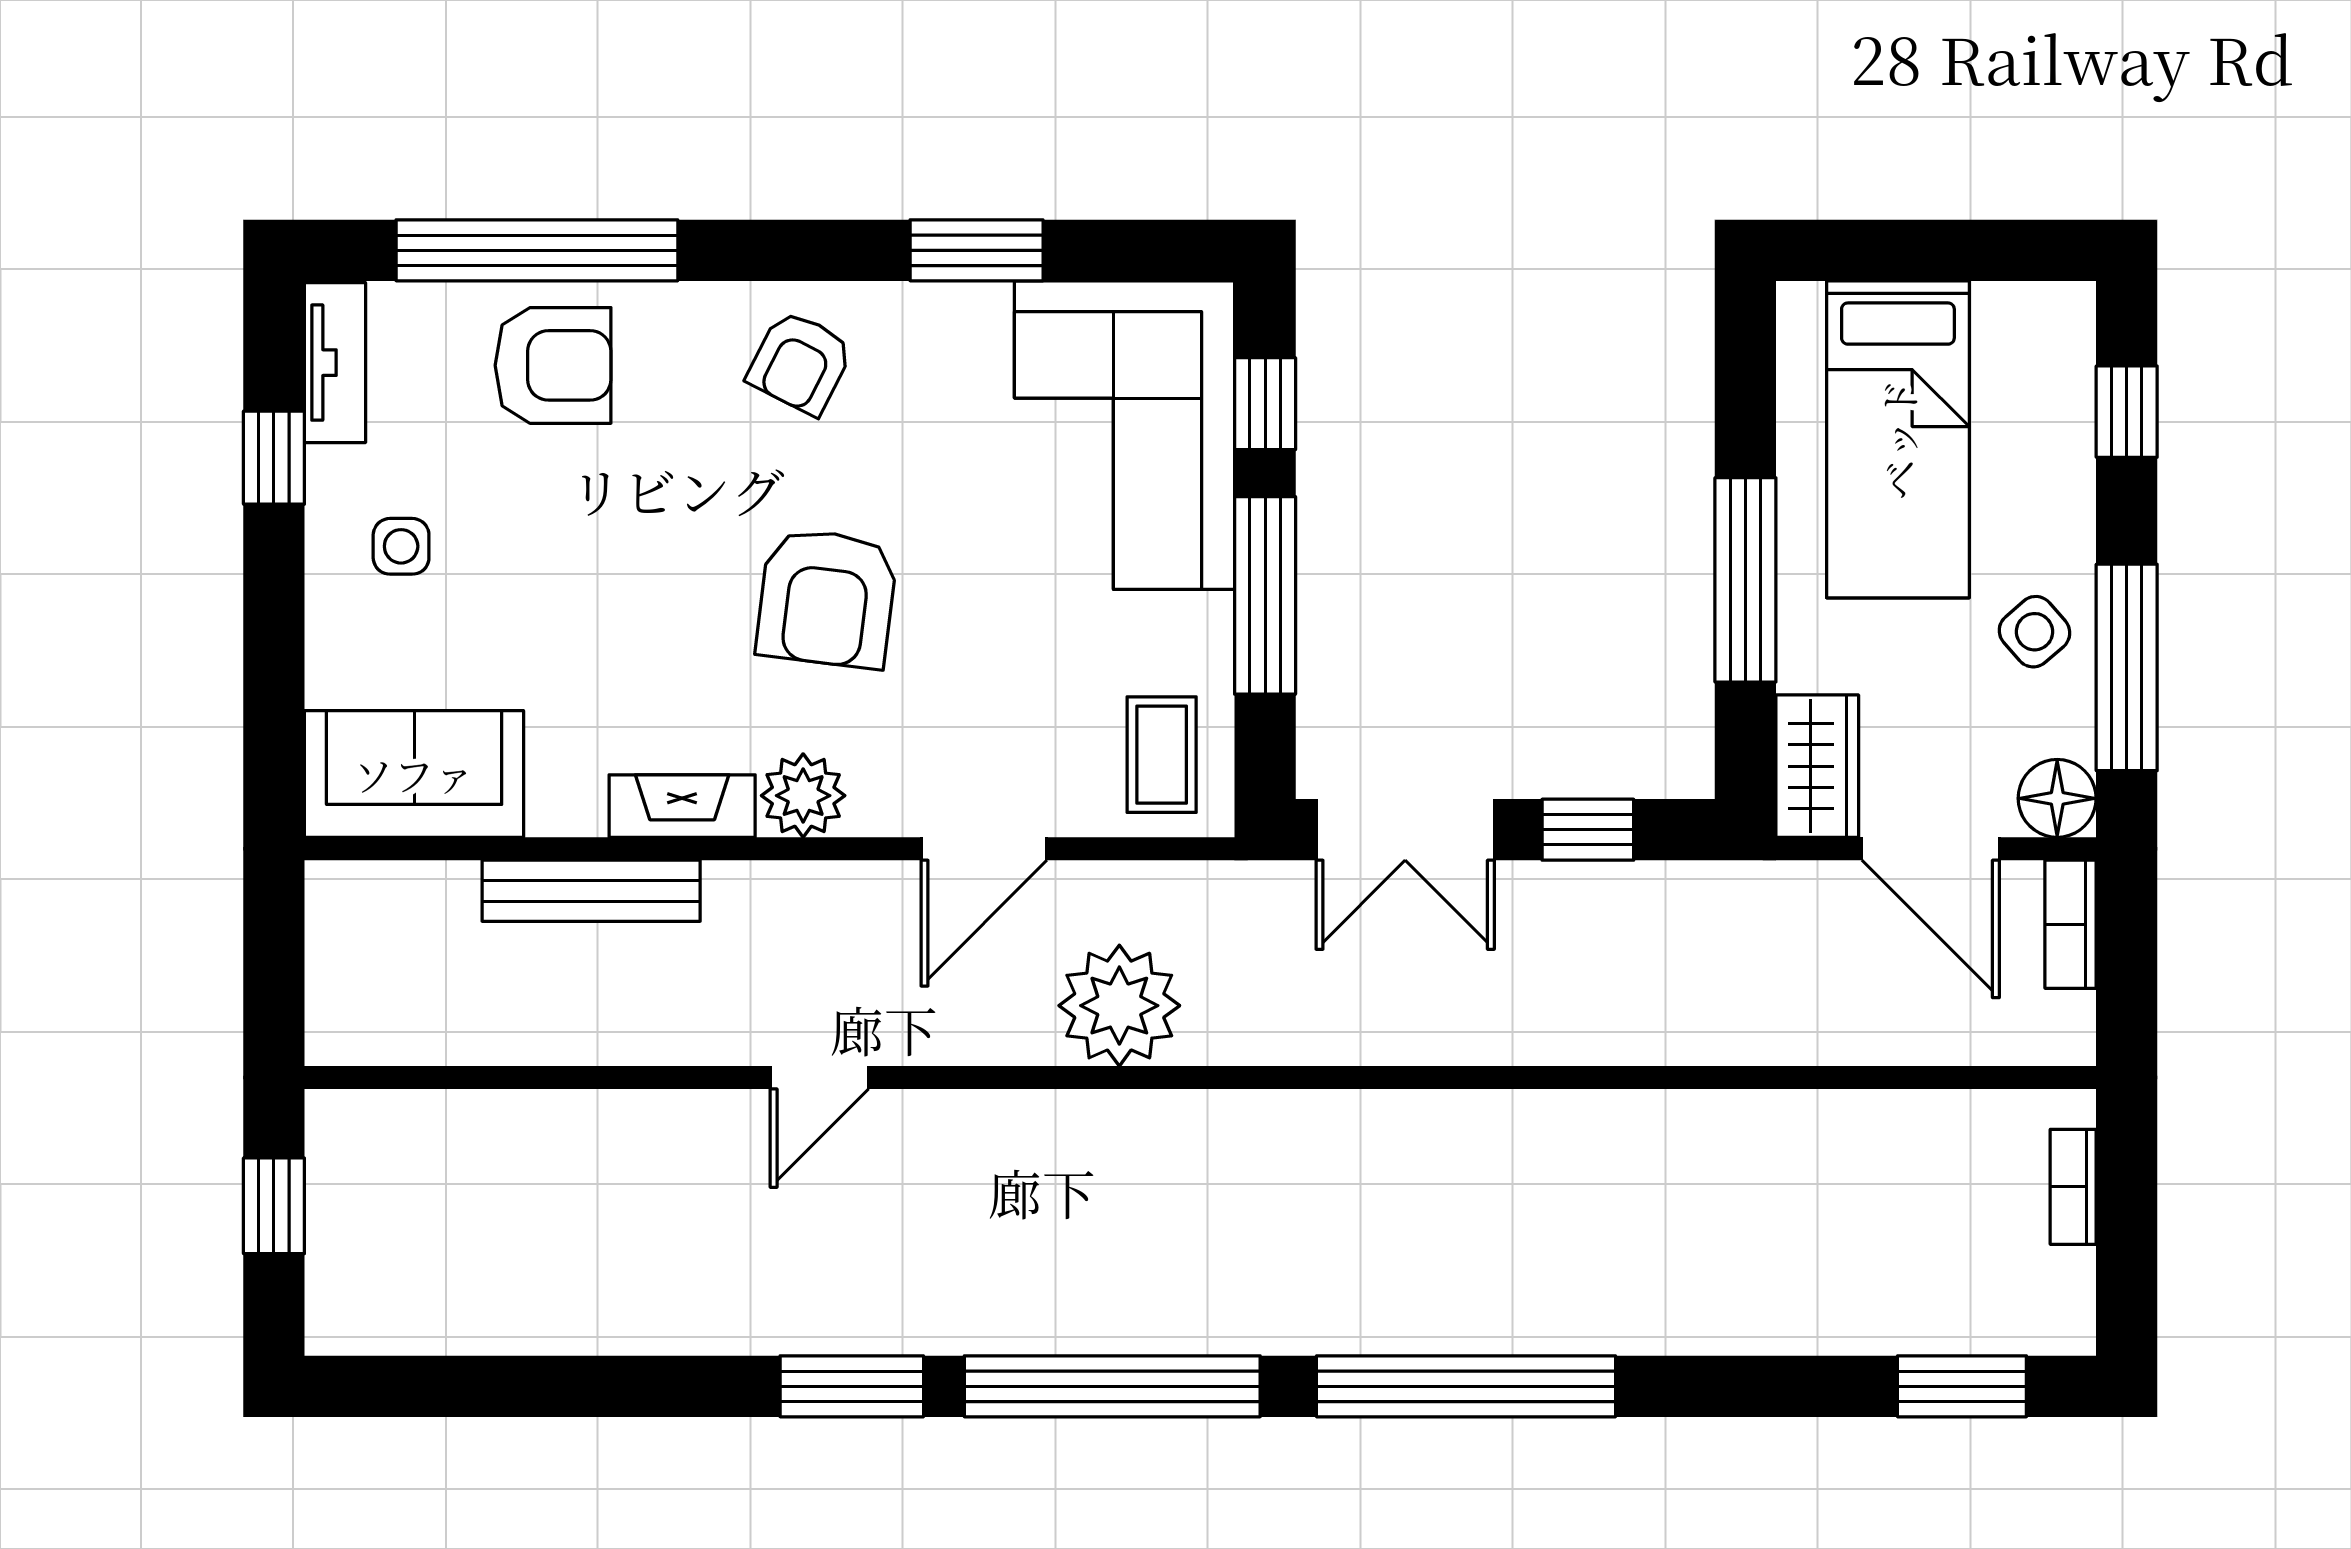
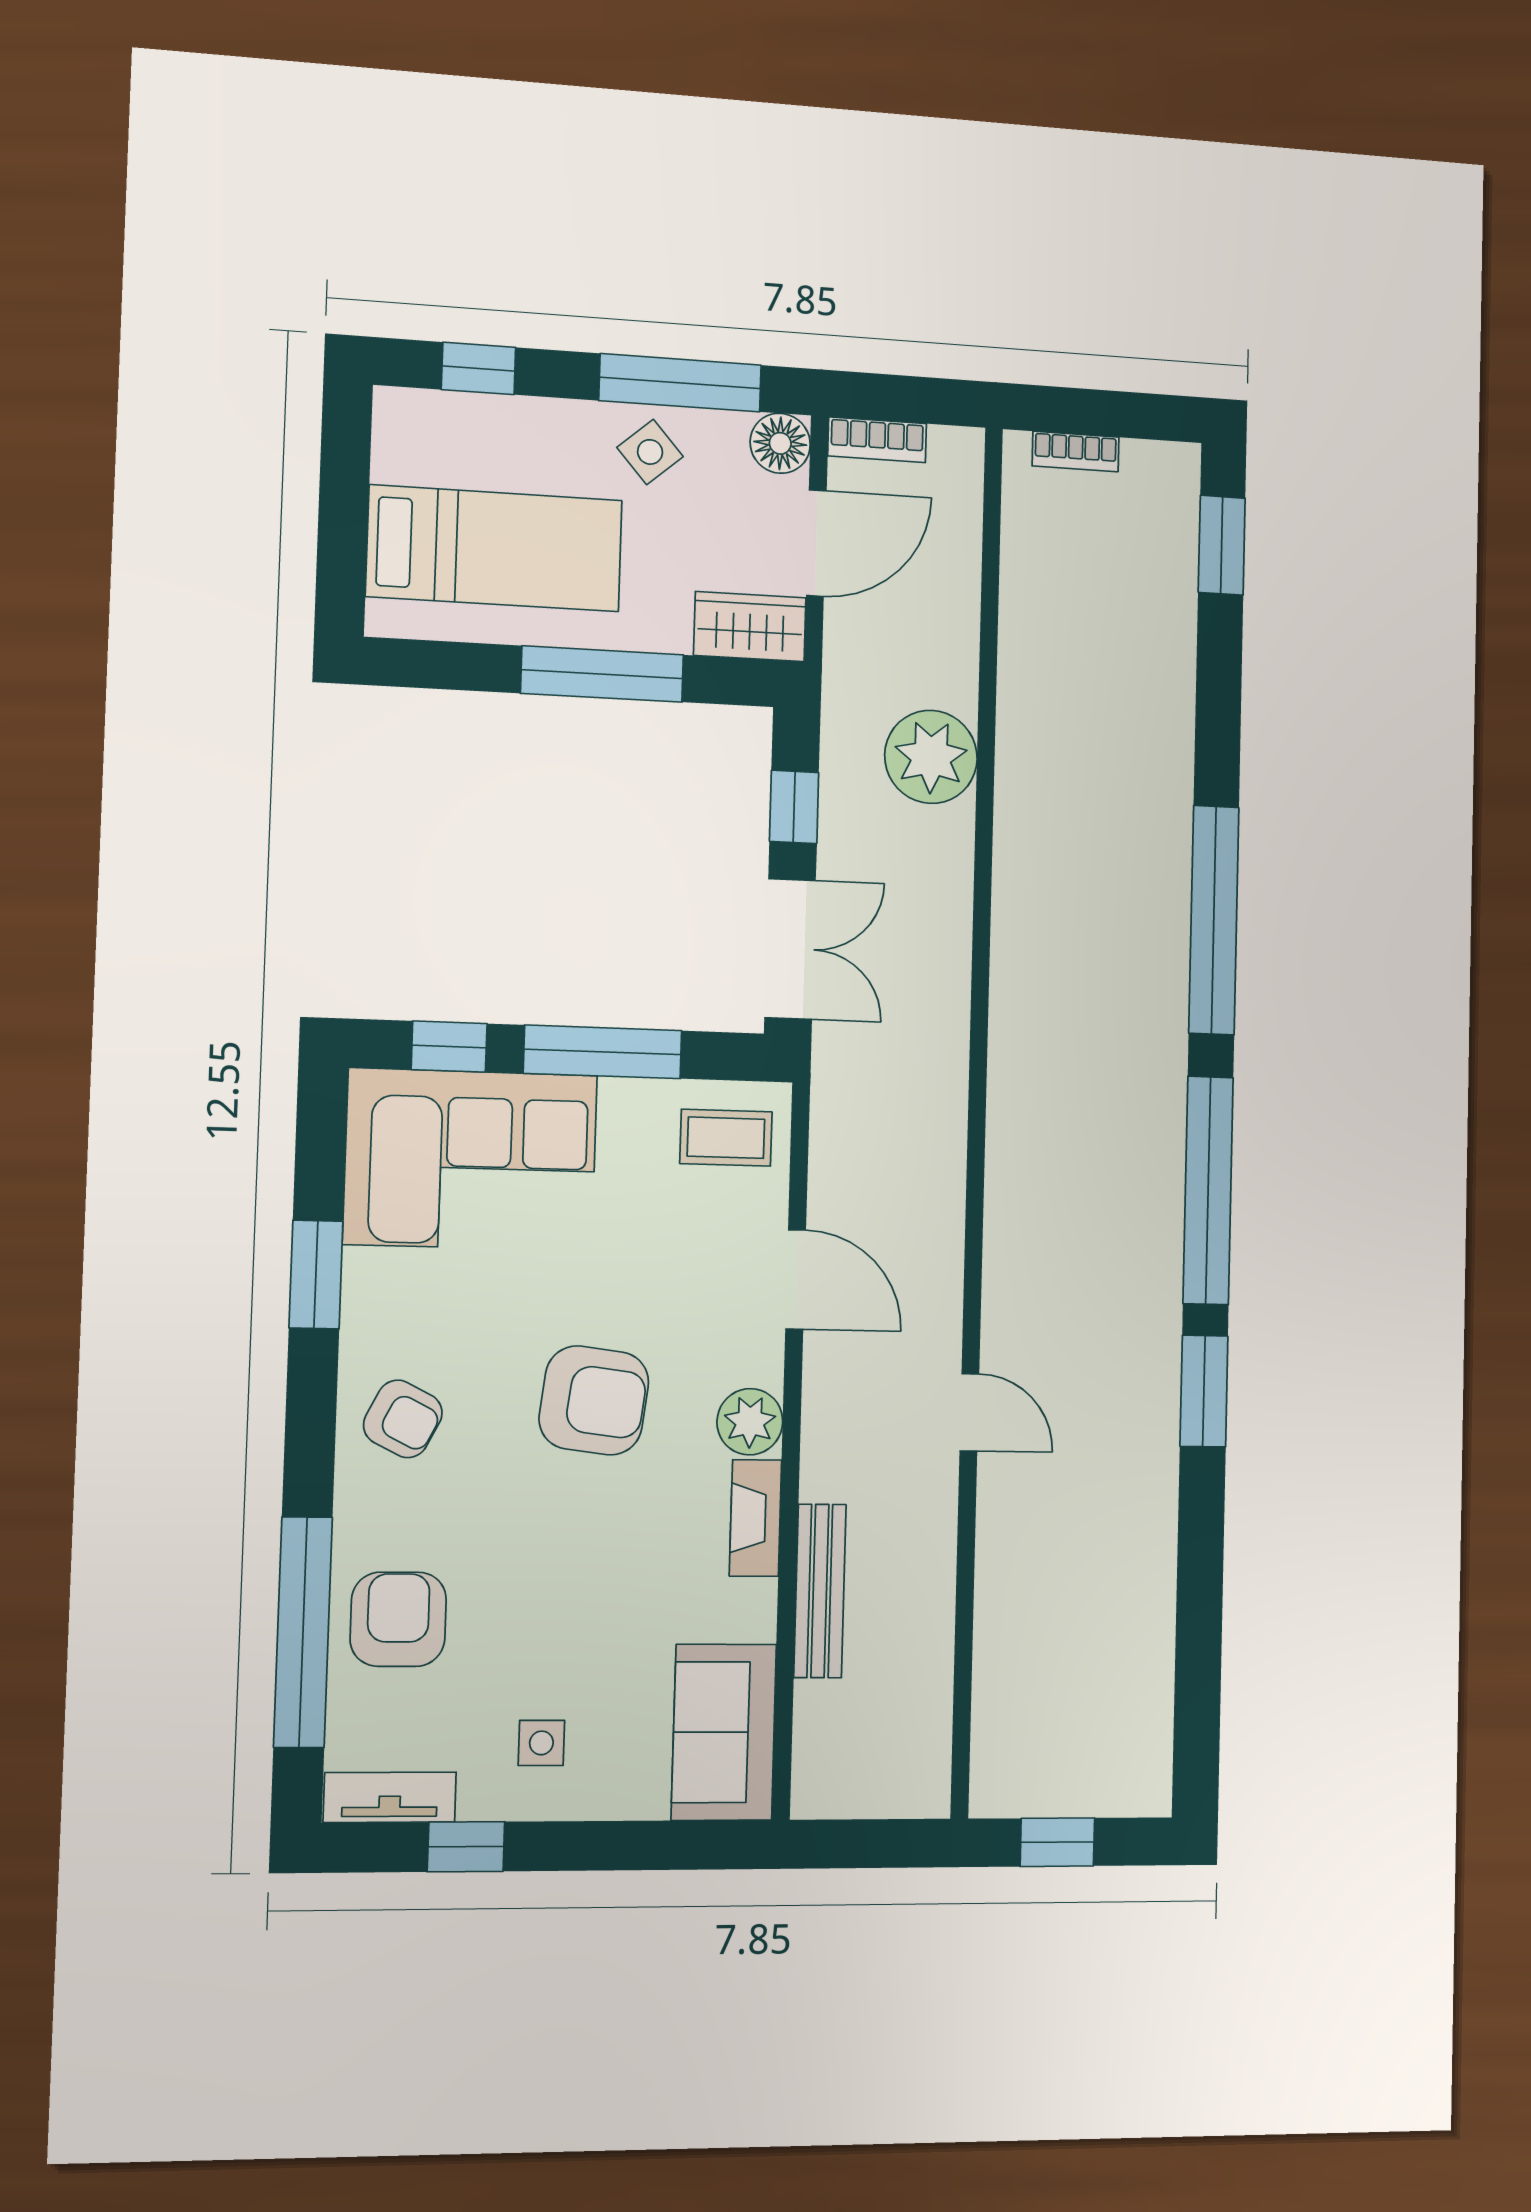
plant: (1119, 1006) -> (931, 757), moved

